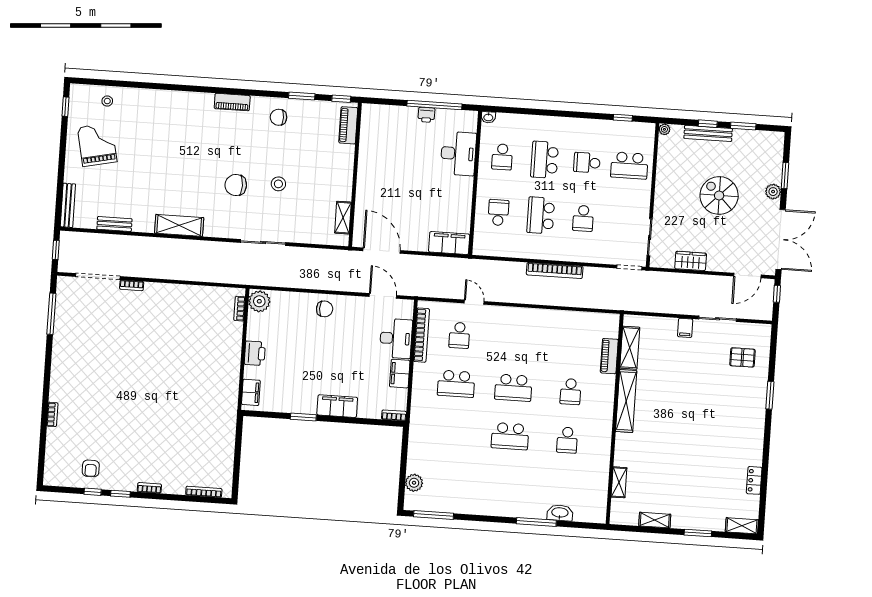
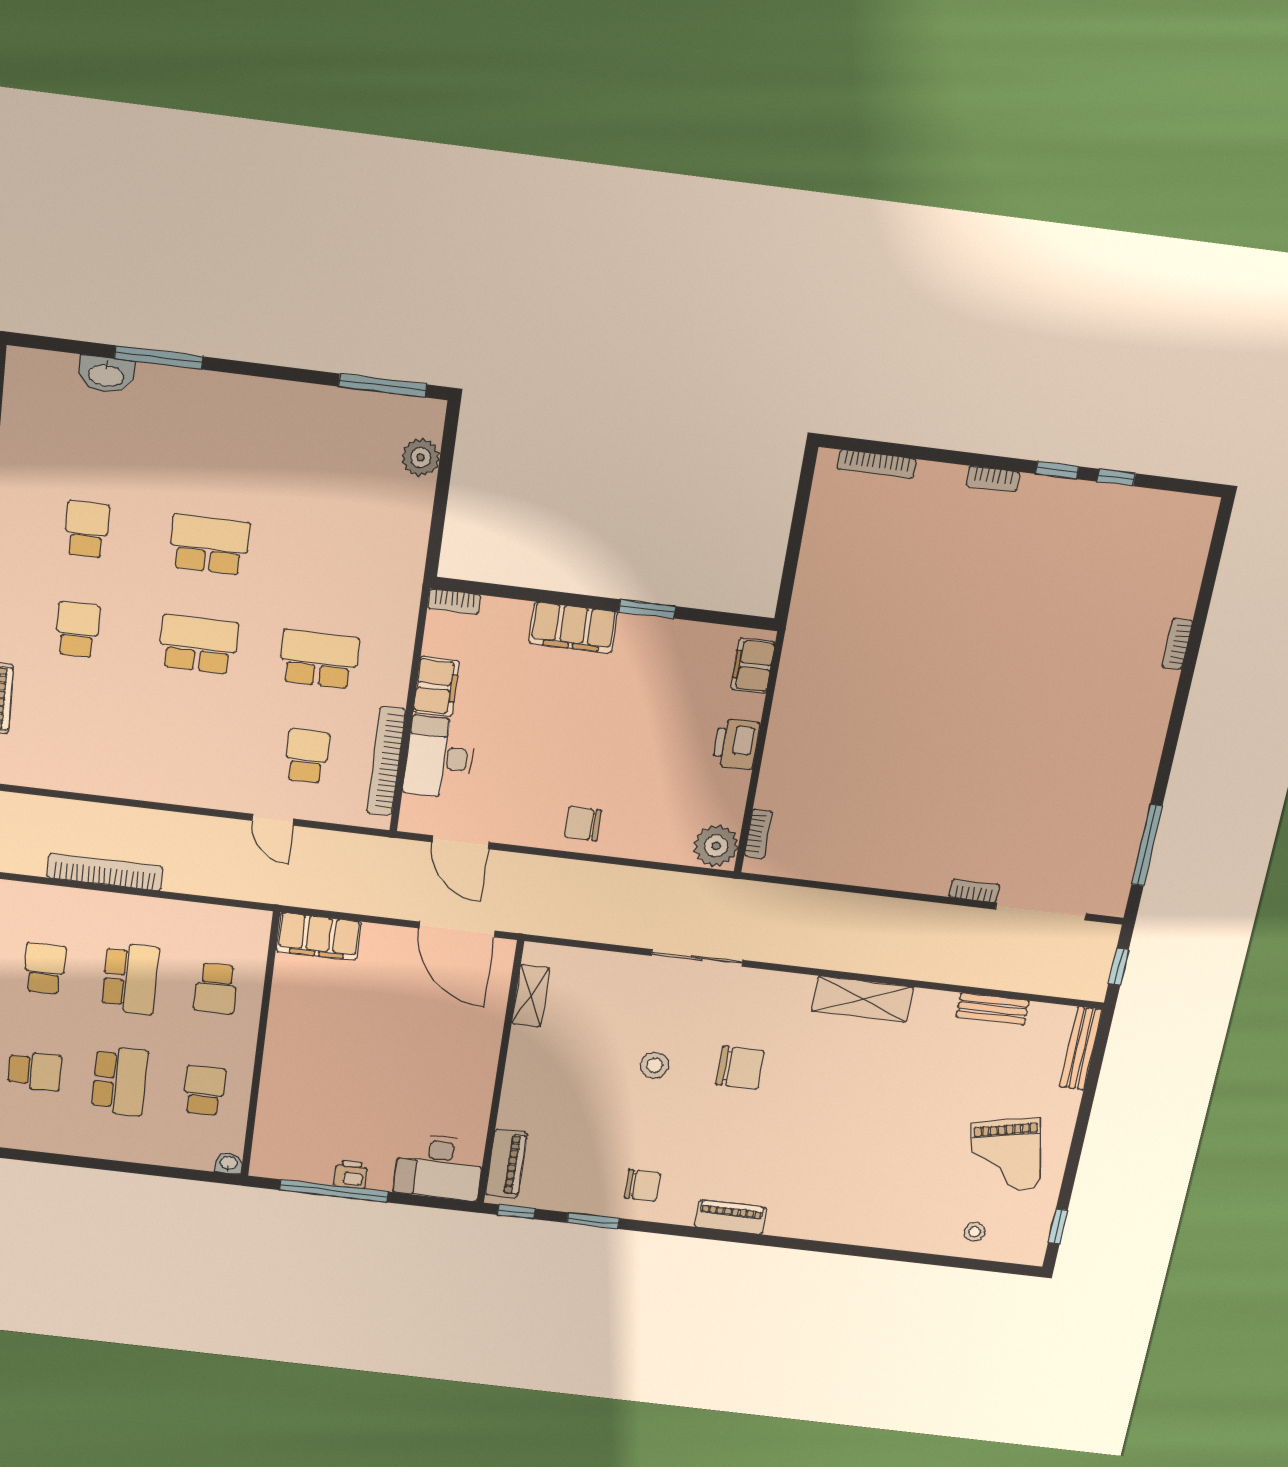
desk: (458, 154) -> (439, 1167), moved, turned -90
armchair: (91, 468) -> (1113, 527), removed

